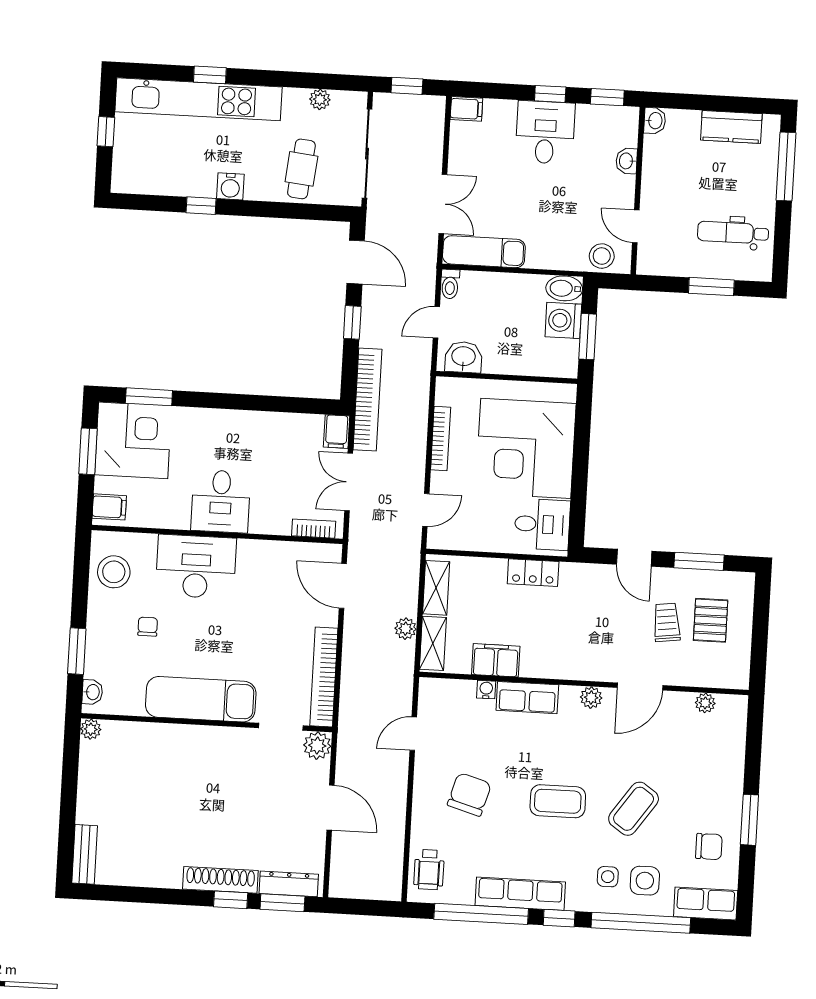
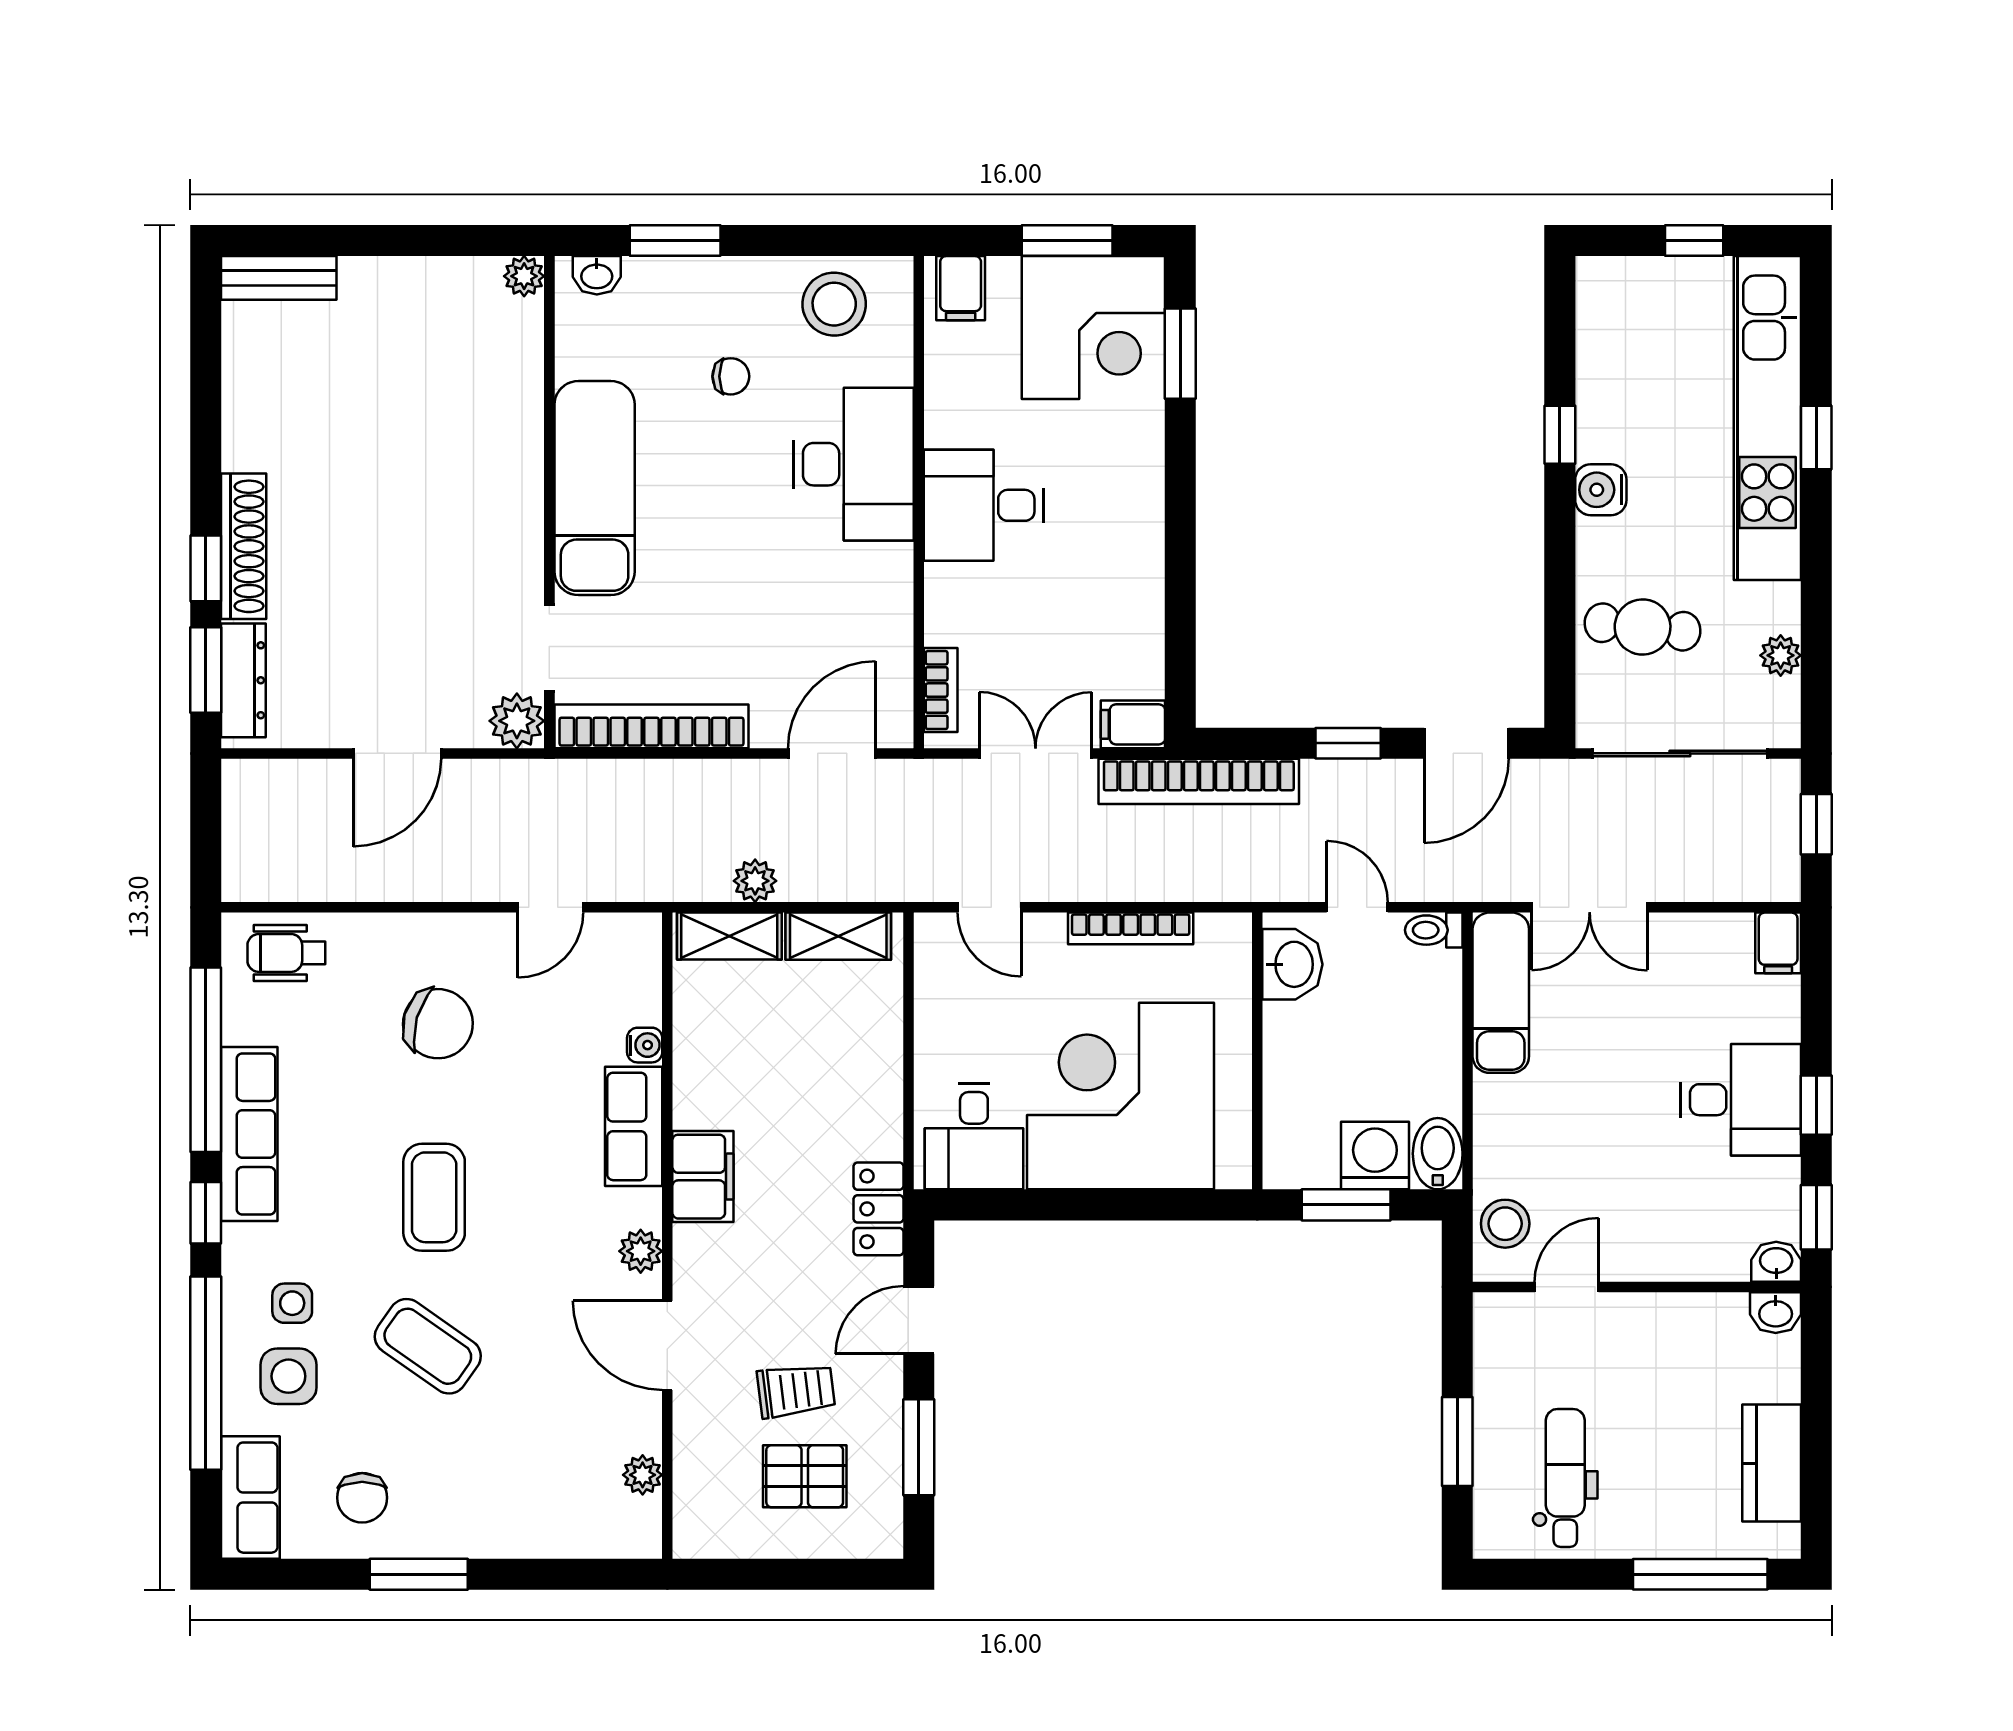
washbasin: (627, 161) -> (1776, 1262), moved
locker: (533, 573) -> (878, 1209), moved
filing cabinet: (496, 660) -> (703, 1177), moved
door: (413, 734) -> (551, 907), swing flipped

